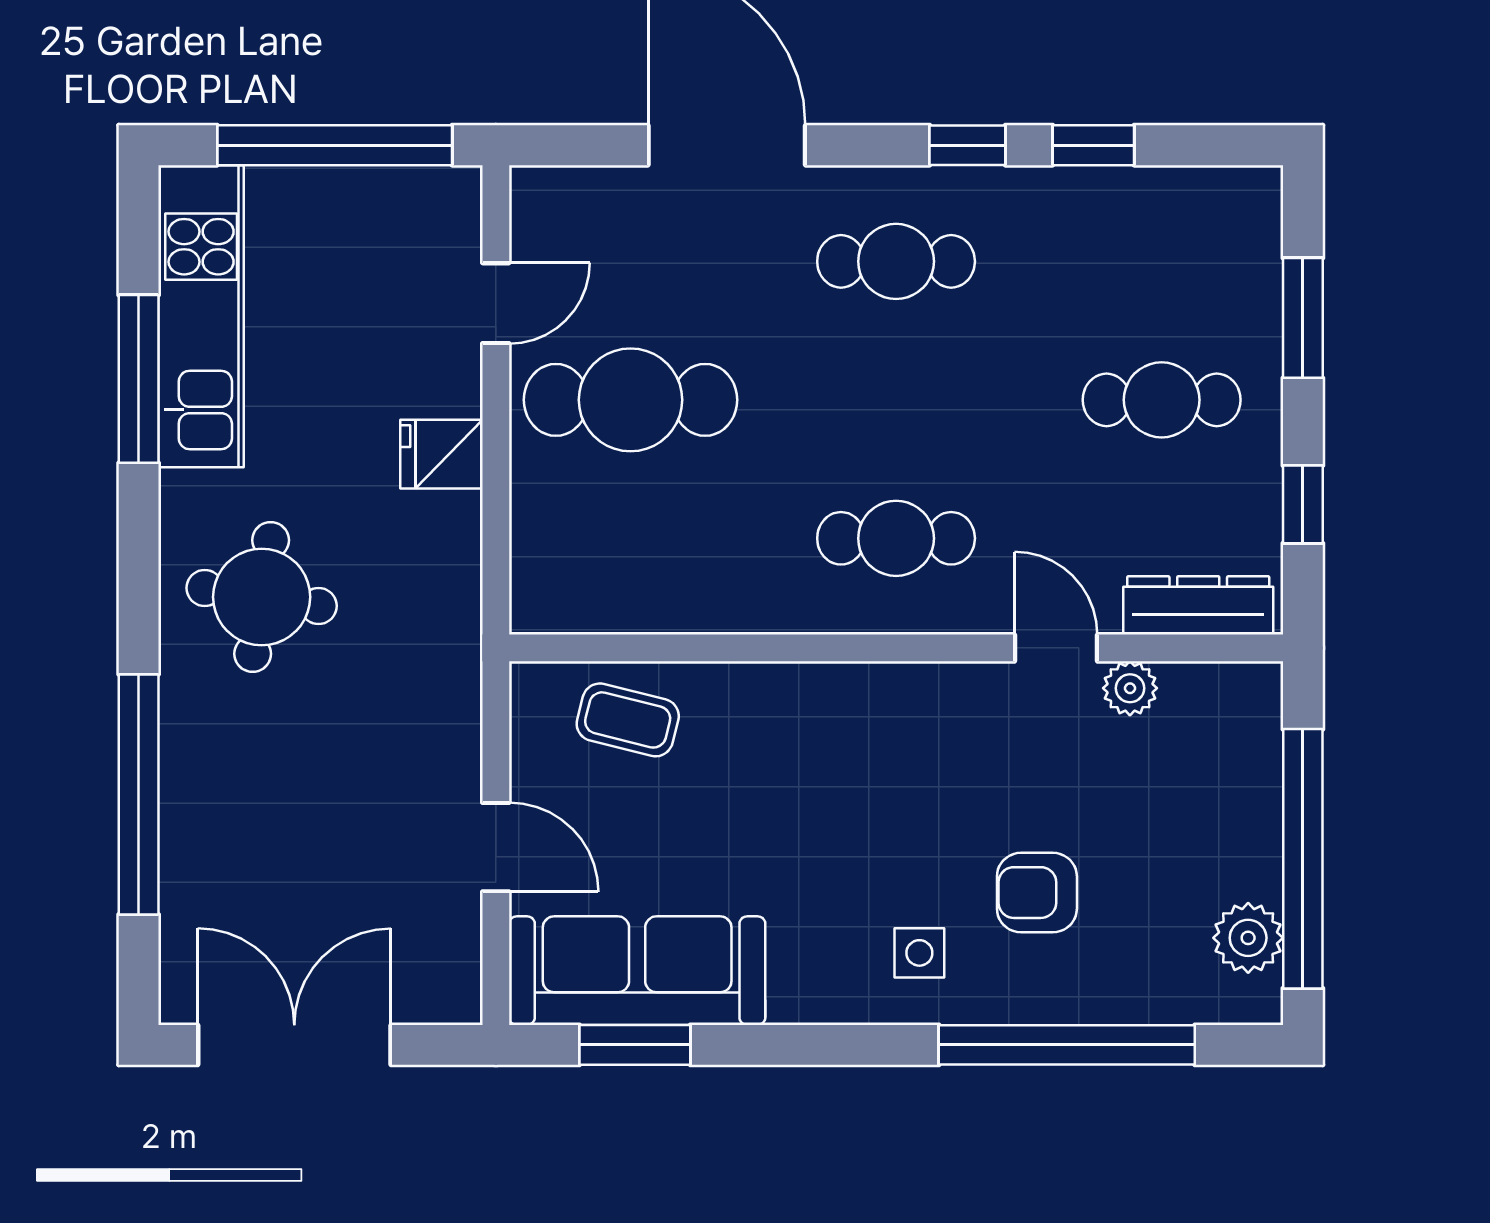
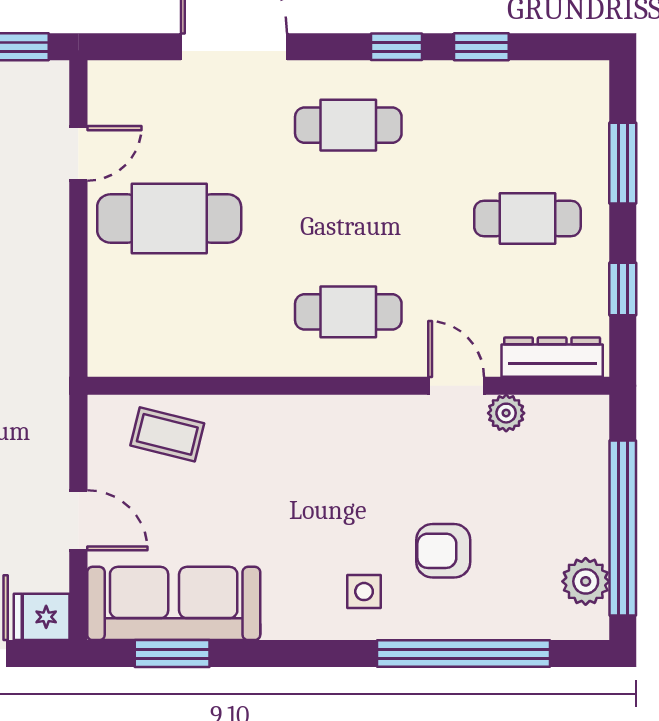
fridge: (441, 454) -> (42, 617), moved

